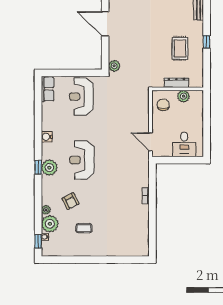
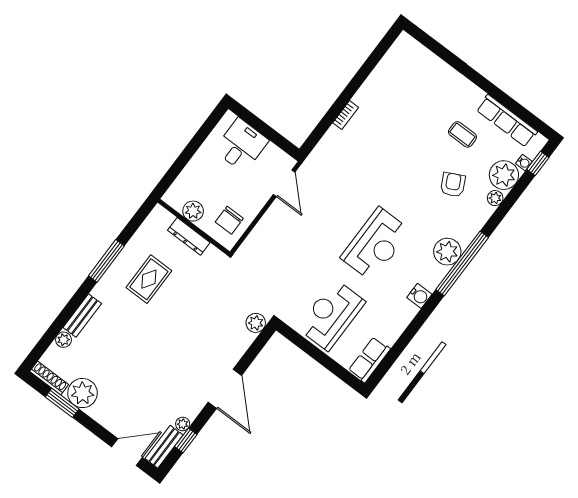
window: (207, 42) -> (106, 261), width x2.17
reception desk: (81, 97) -> (331, 315), turned 180
reception desk: (82, 160) -> (376, 244), moved
window: (38, 167) -> (462, 263), width x3.17
row of seats: (68, 250) -> (507, 121), added

